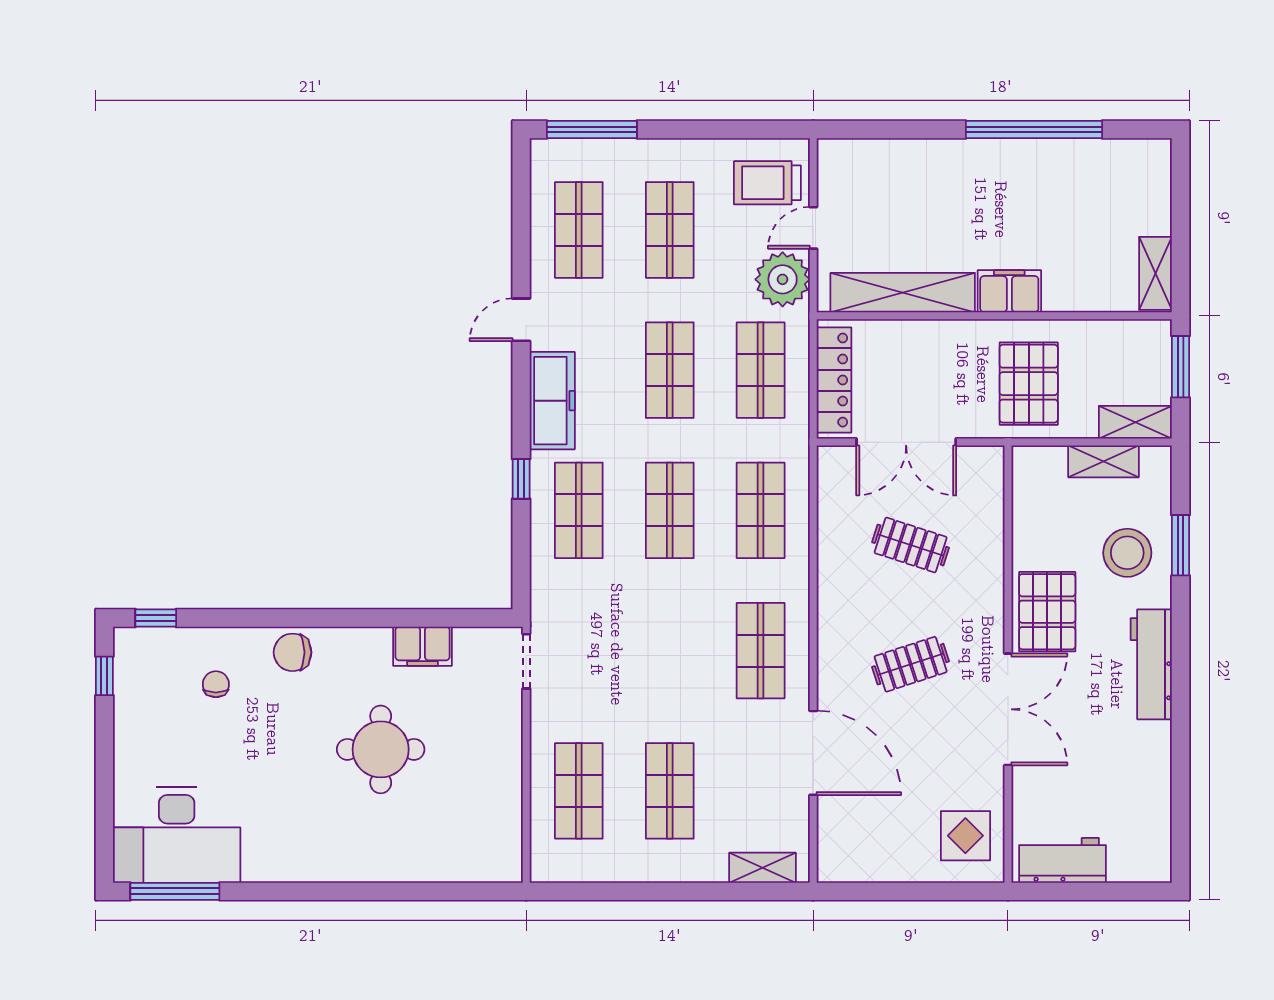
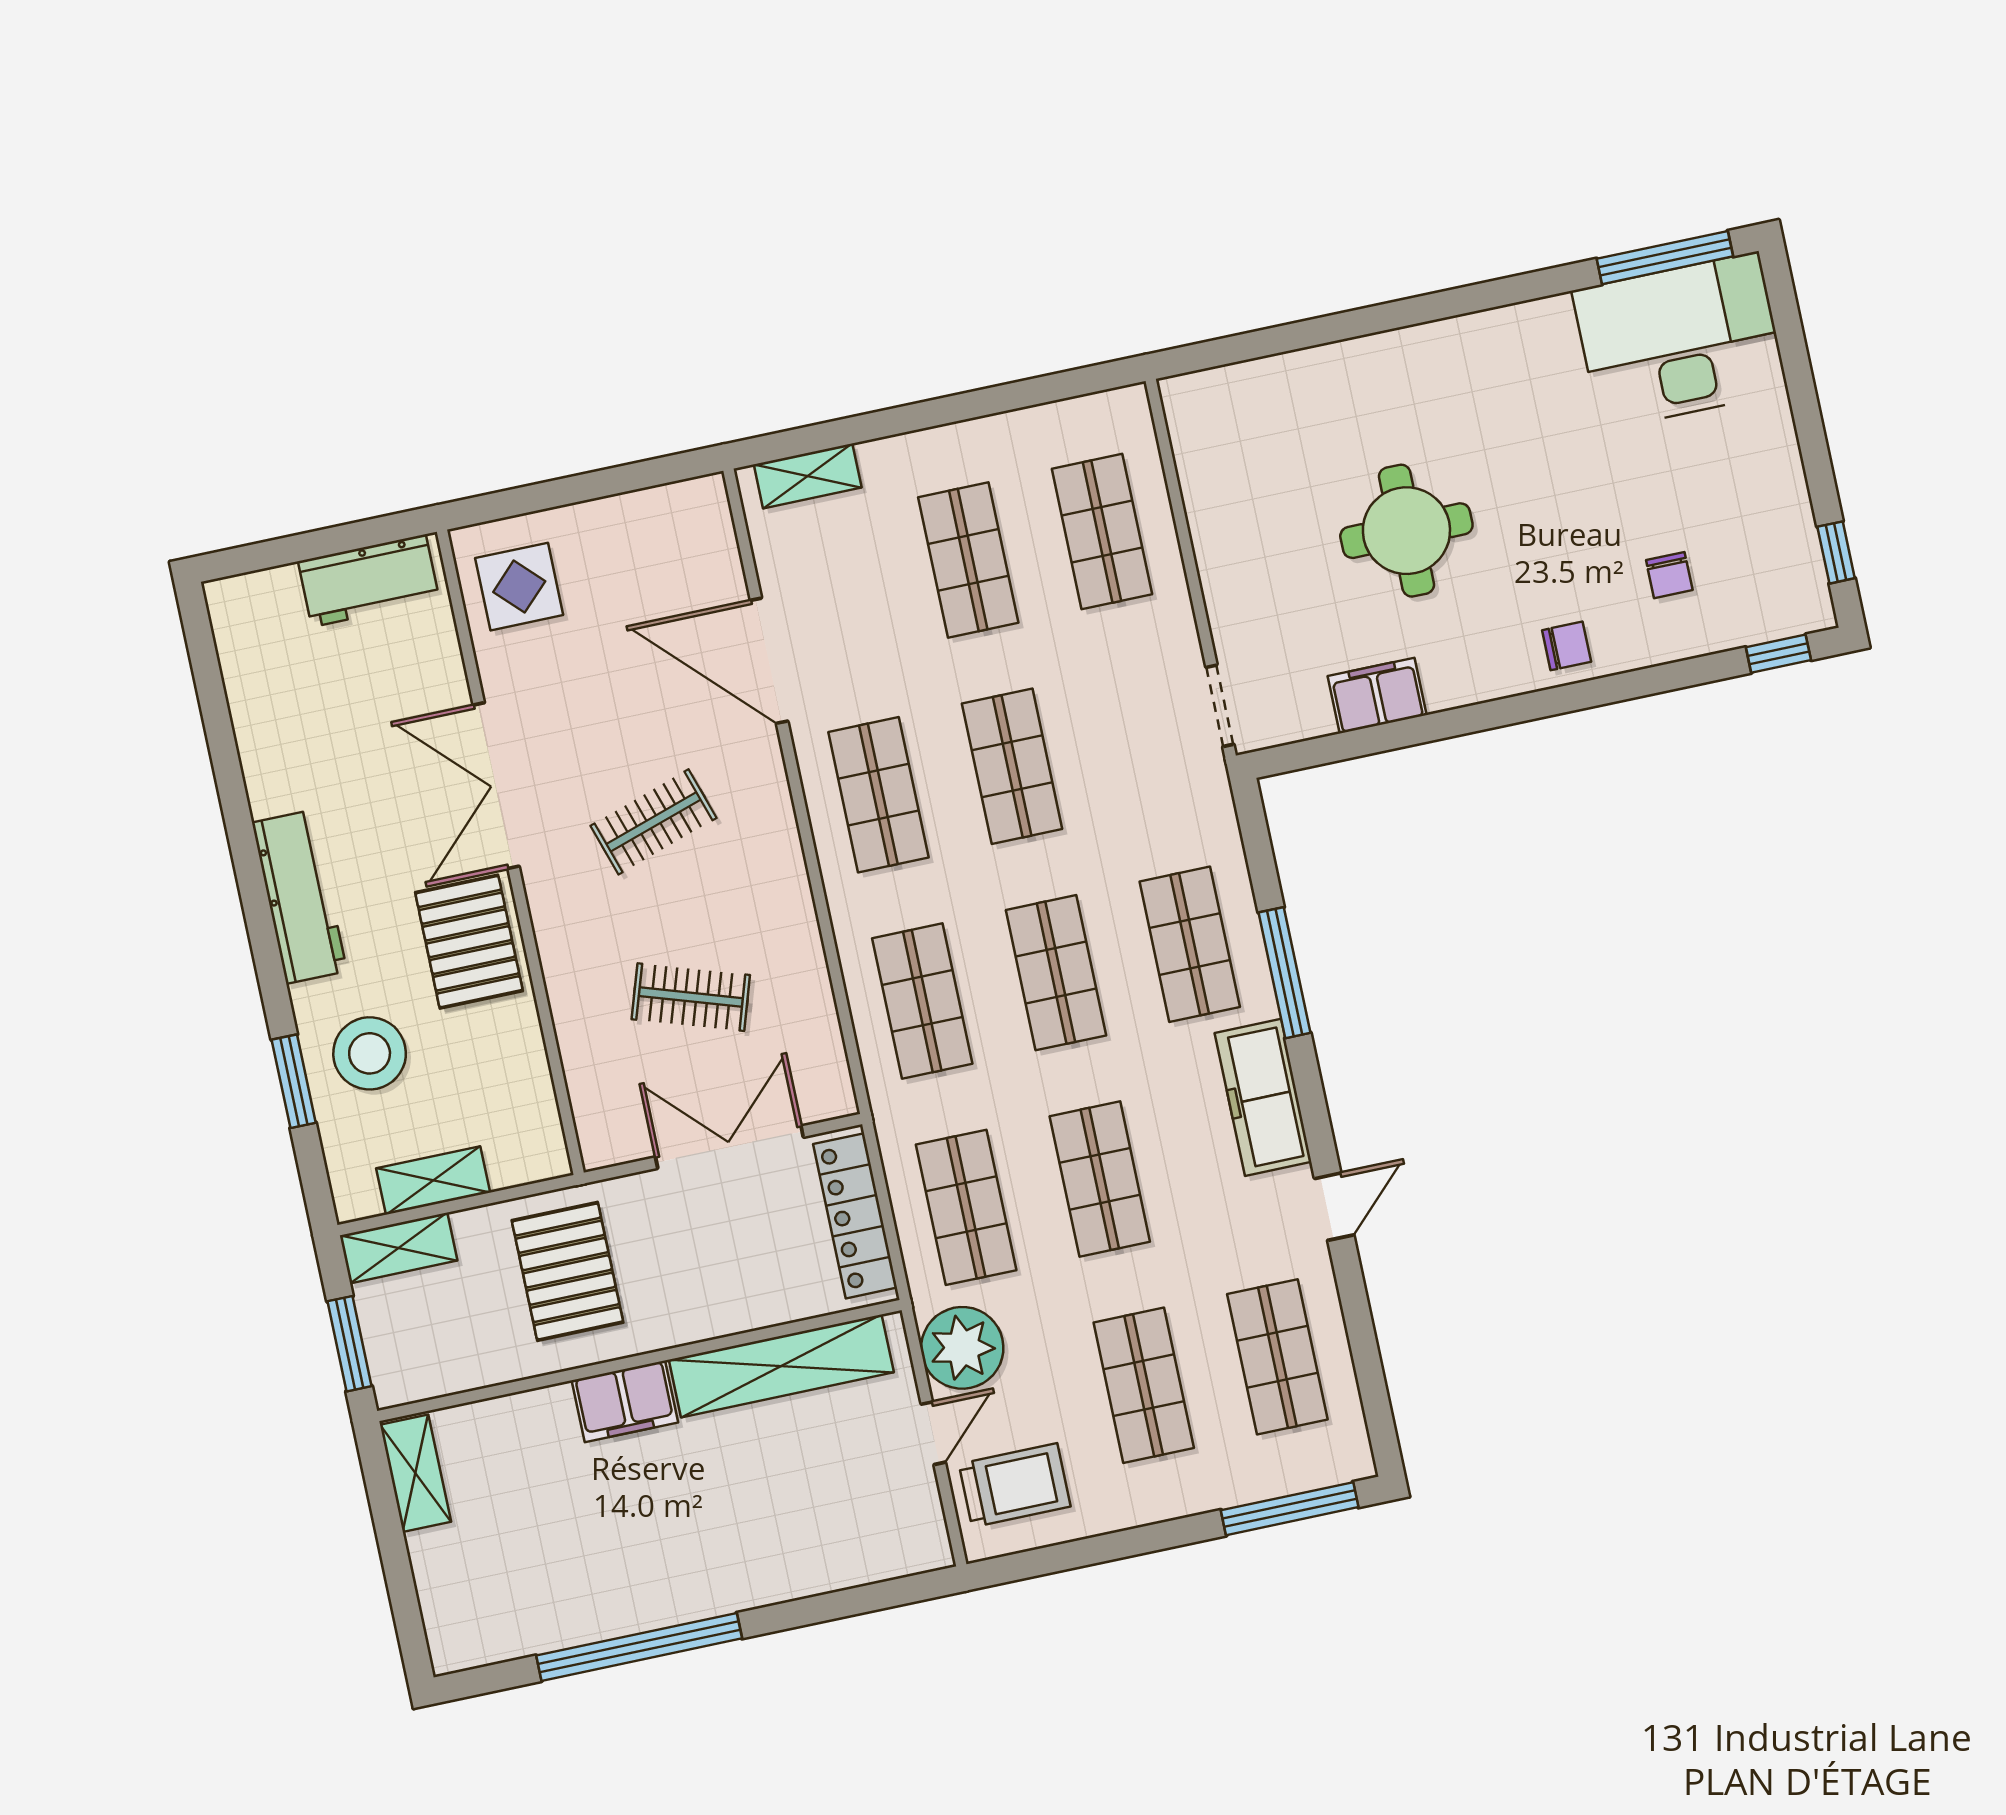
window: (521, 479) -> (1284, 973), width x2.17
shop shelf: (670, 651) -> (1012, 766), added
chair: (292, 652) -> (1567, 646), width x0.73, depth x0.73

